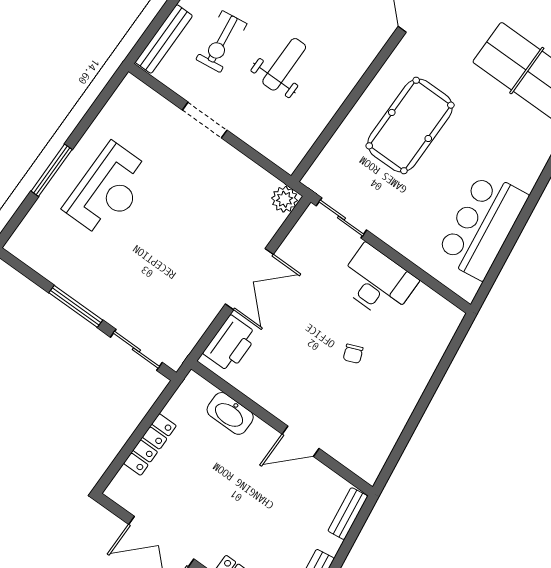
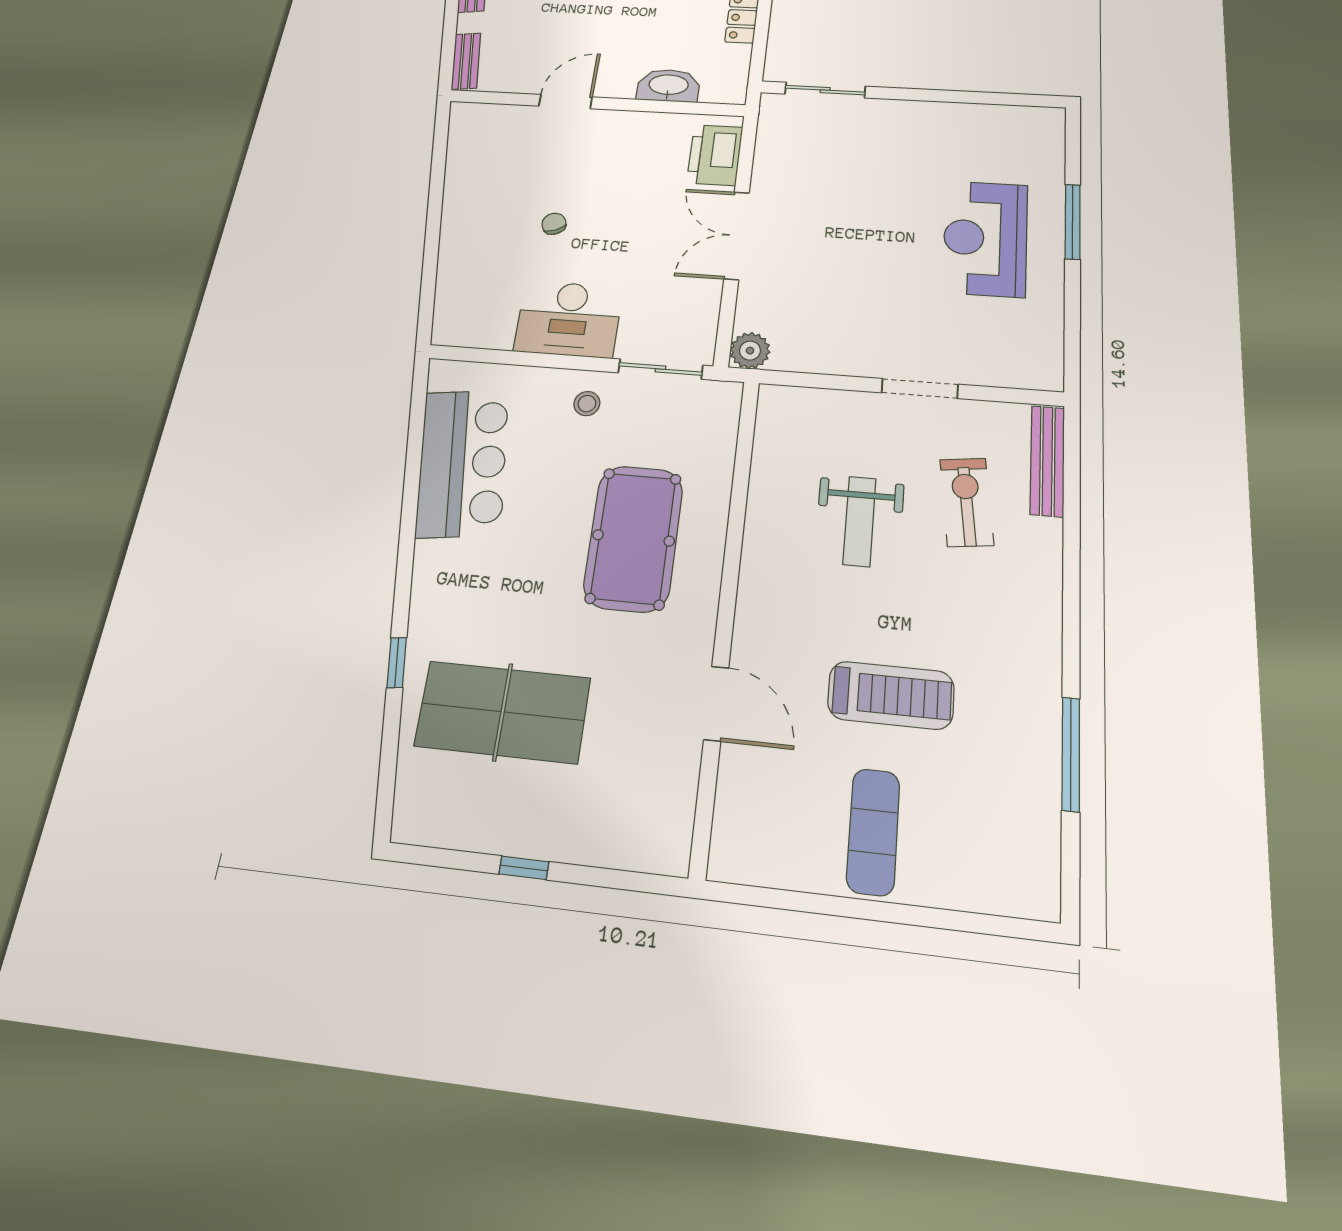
stool: (394, 221) -> (587, 404), added
window: (76, 306) -> (930, 95), removed

